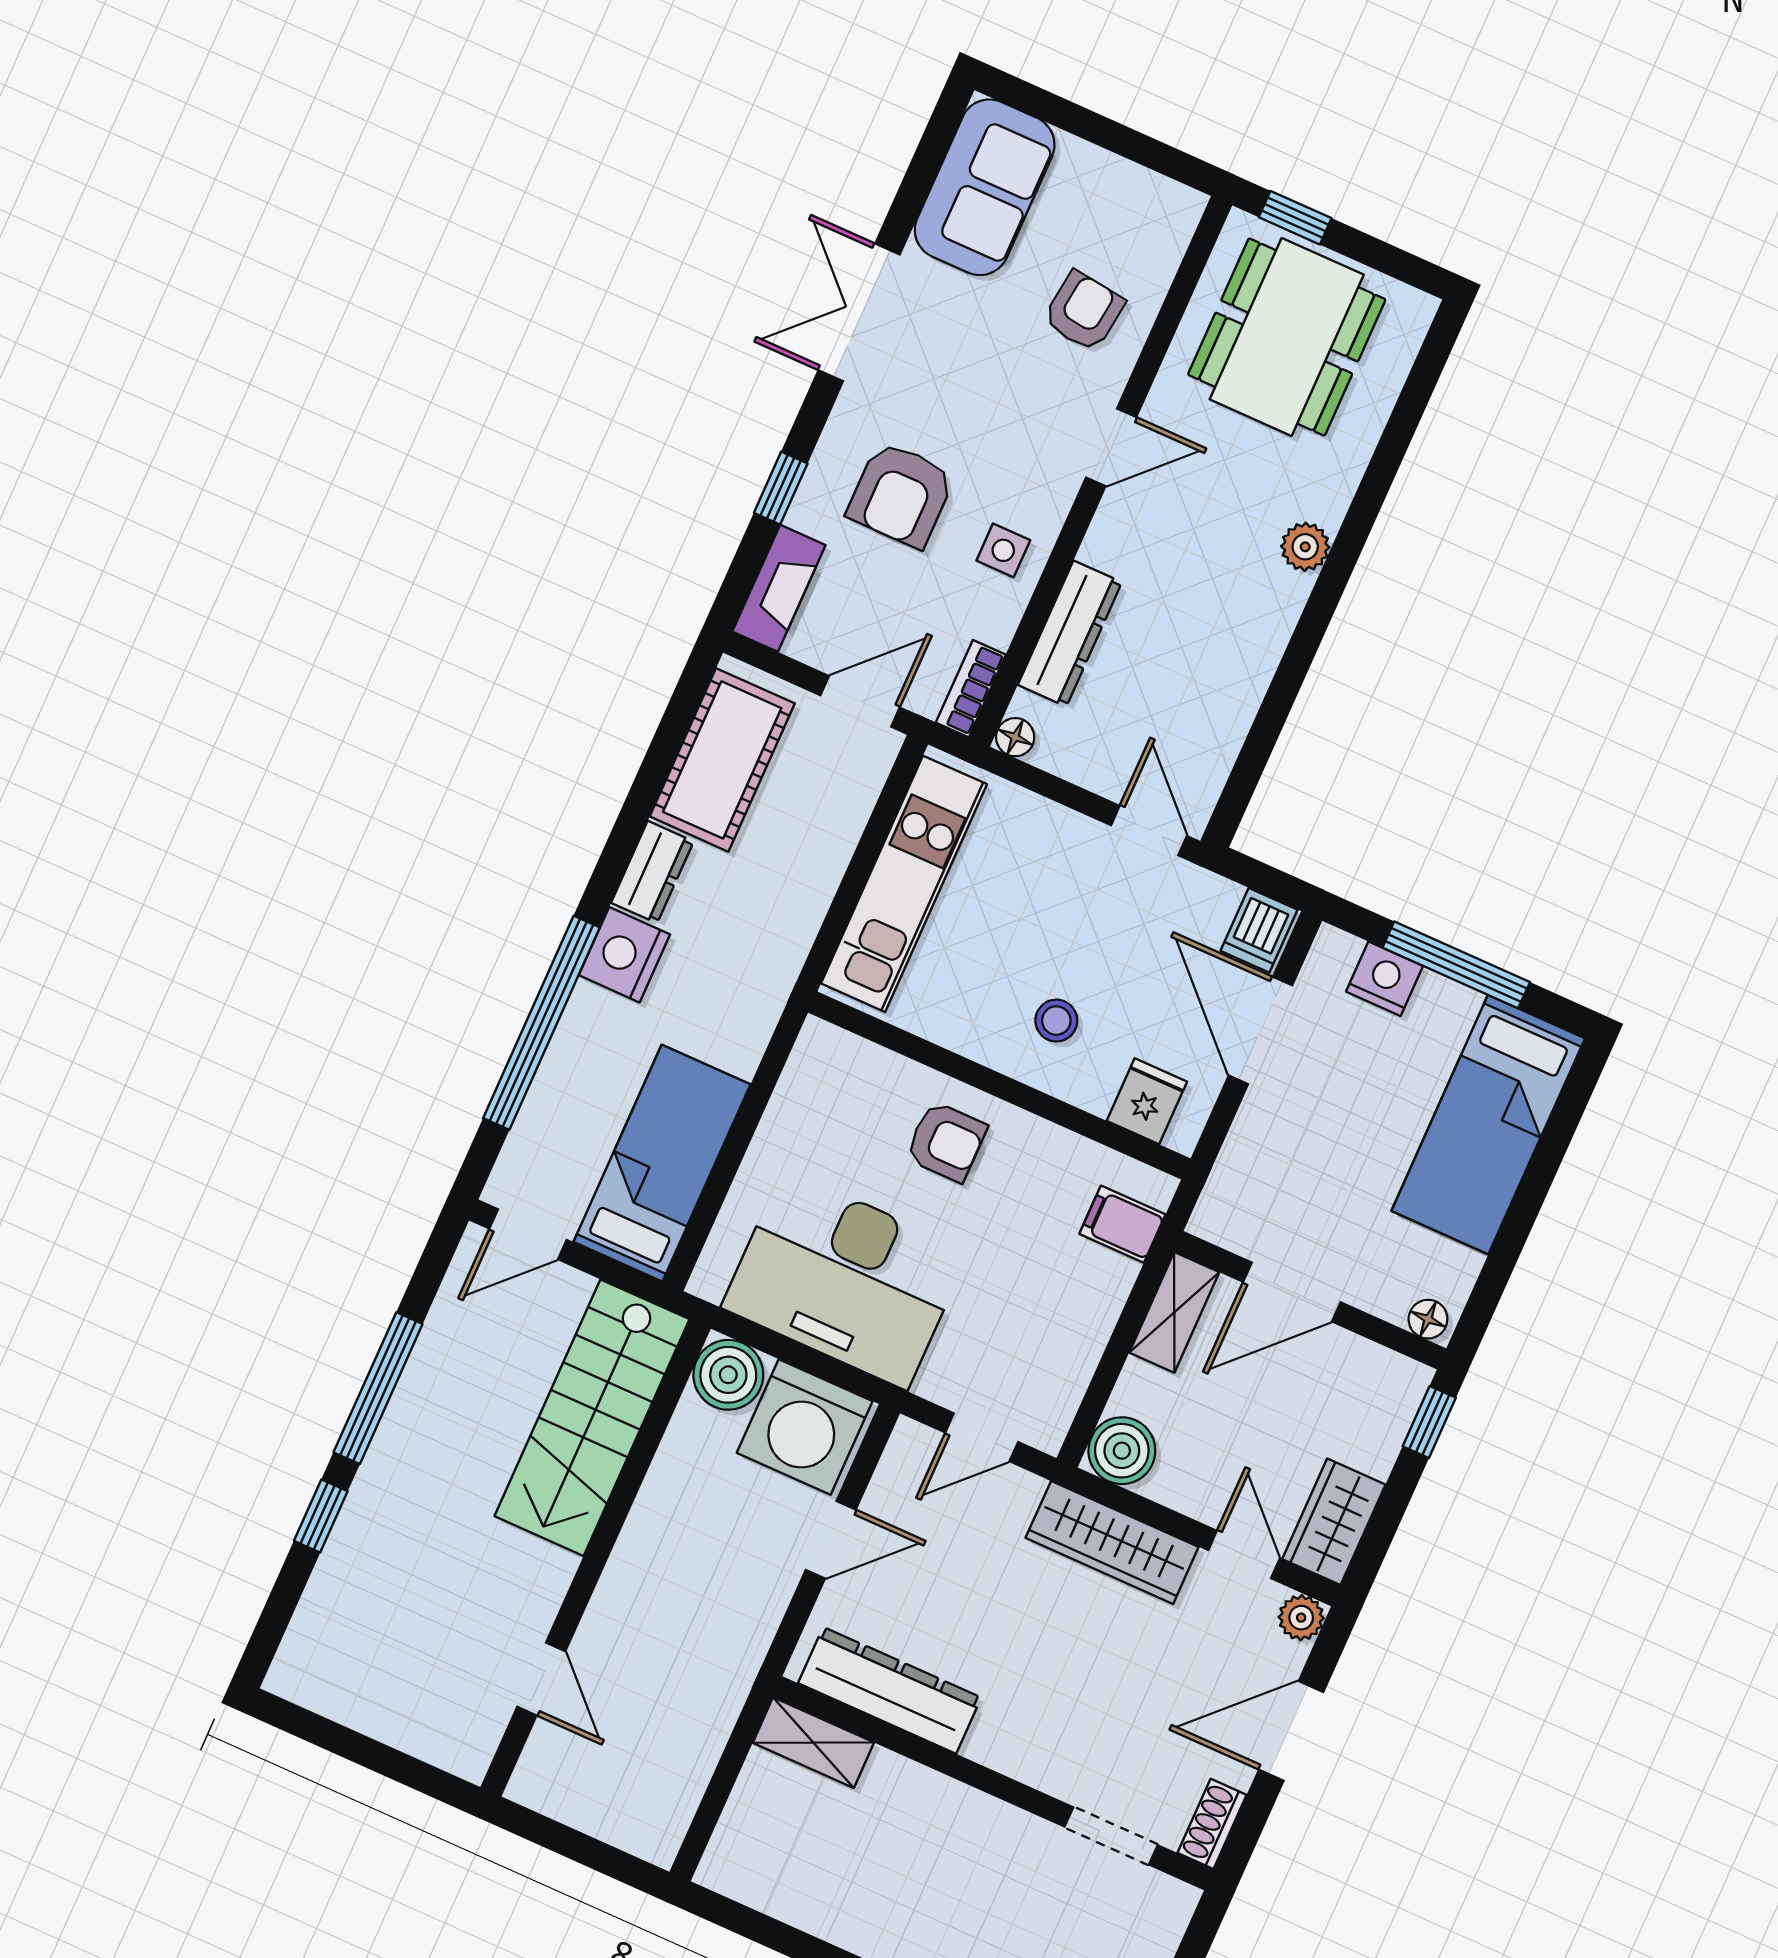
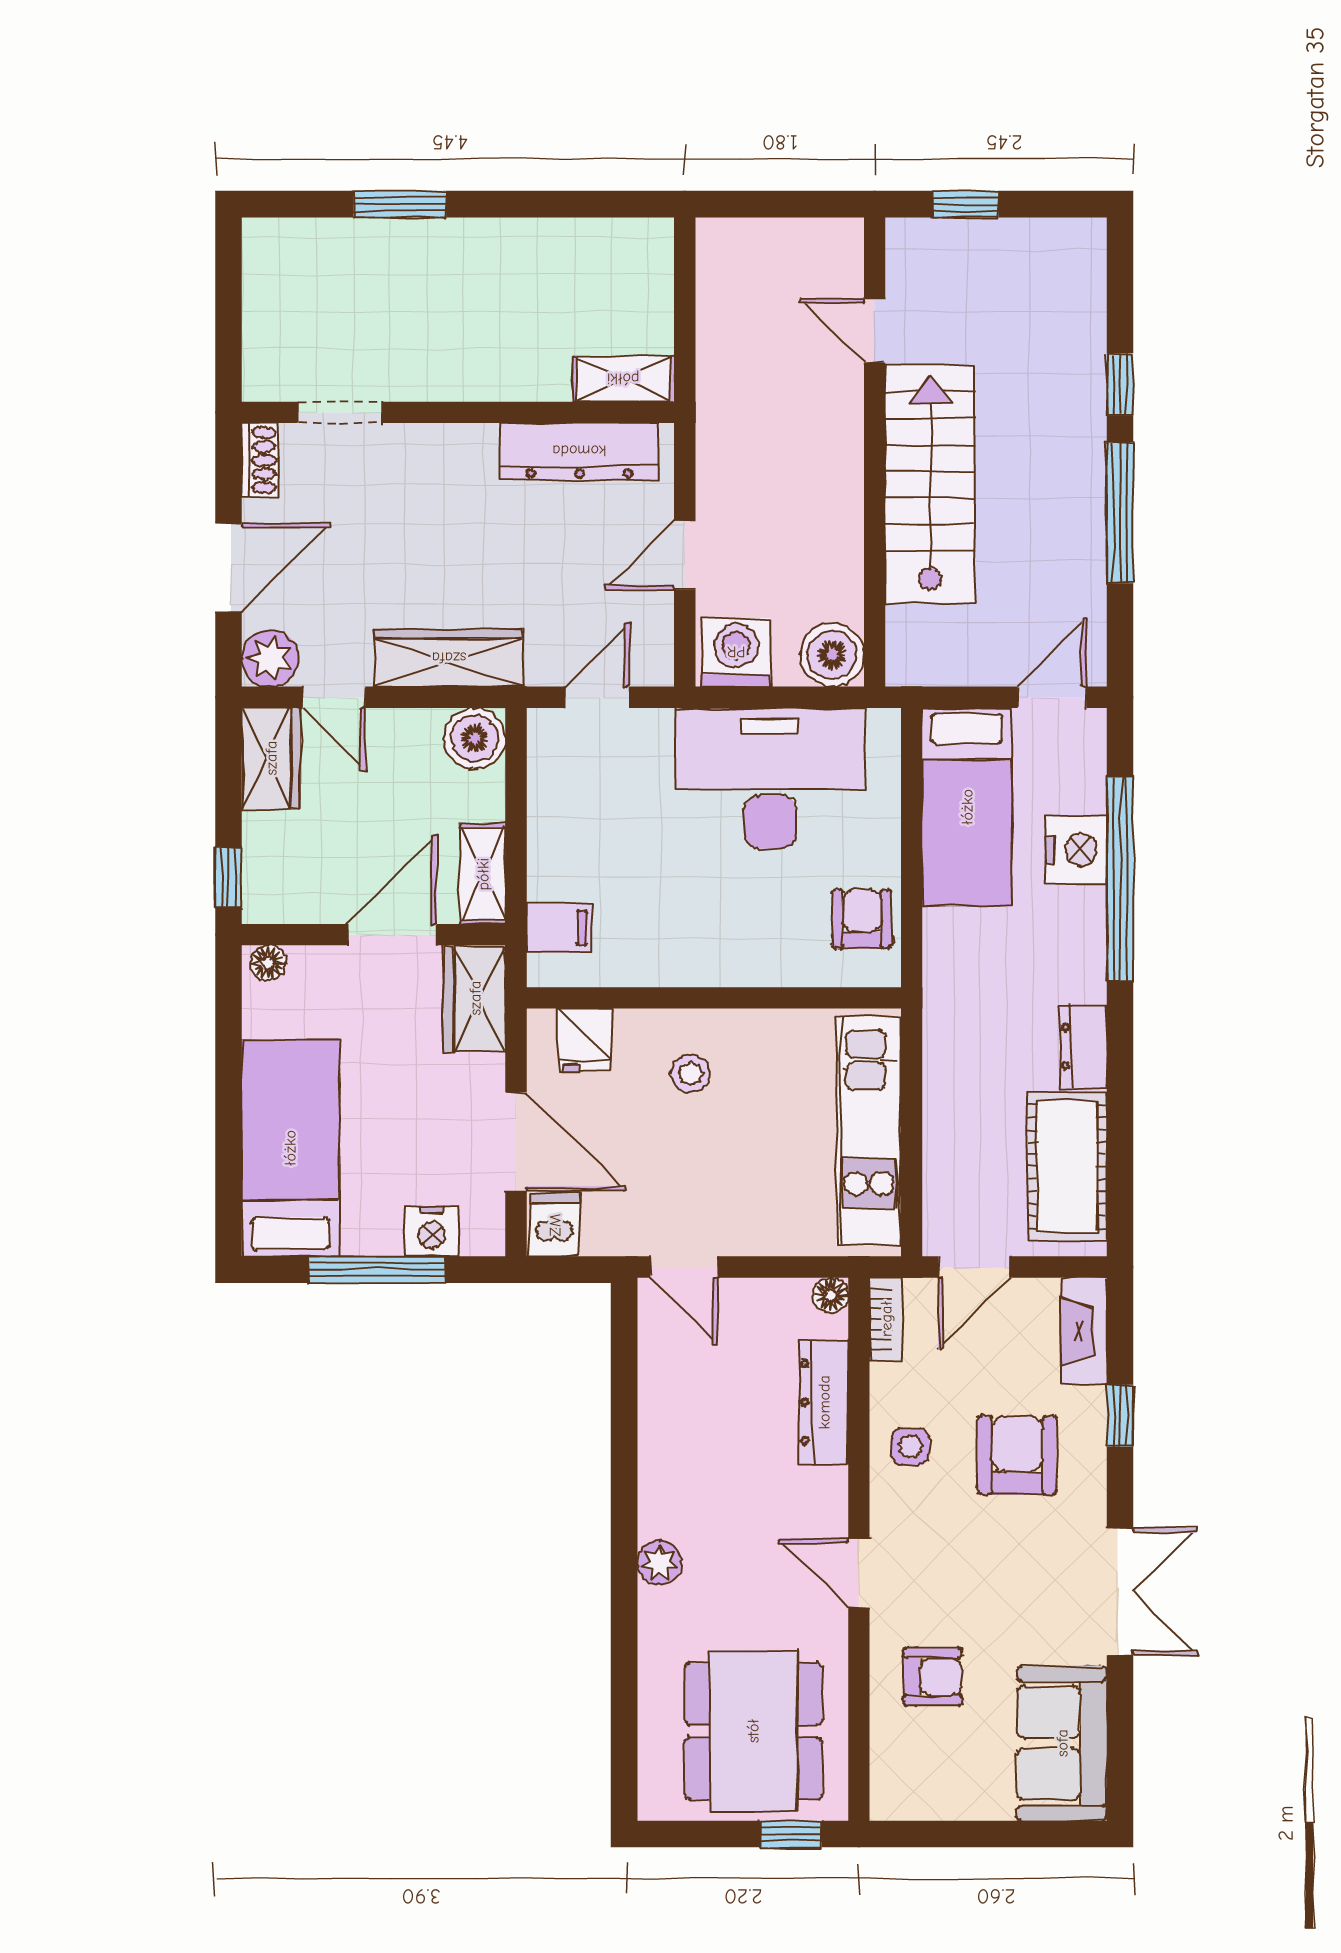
armchair: (1084, 311) -> (933, 1677), turned -97
door: (1111, 447) -> (859, 1573), hinge flipped
nightstand: (624, 955) -> (1076, 850), moved
armchair: (946, 1142) -> (862, 919), moved, turned 90
wardrobe: (1238, 1192) -> (475, 998), added
stairs: (592, 1418) -> (930, 484), moved
washing machine: (805, 1427) -> (736, 652), width x0.73, depth x0.73
plant: (1301, 1618) -> (270, 658), width x1.38, depth x1.38
window: (395, 1765) -> (965, 204), added

